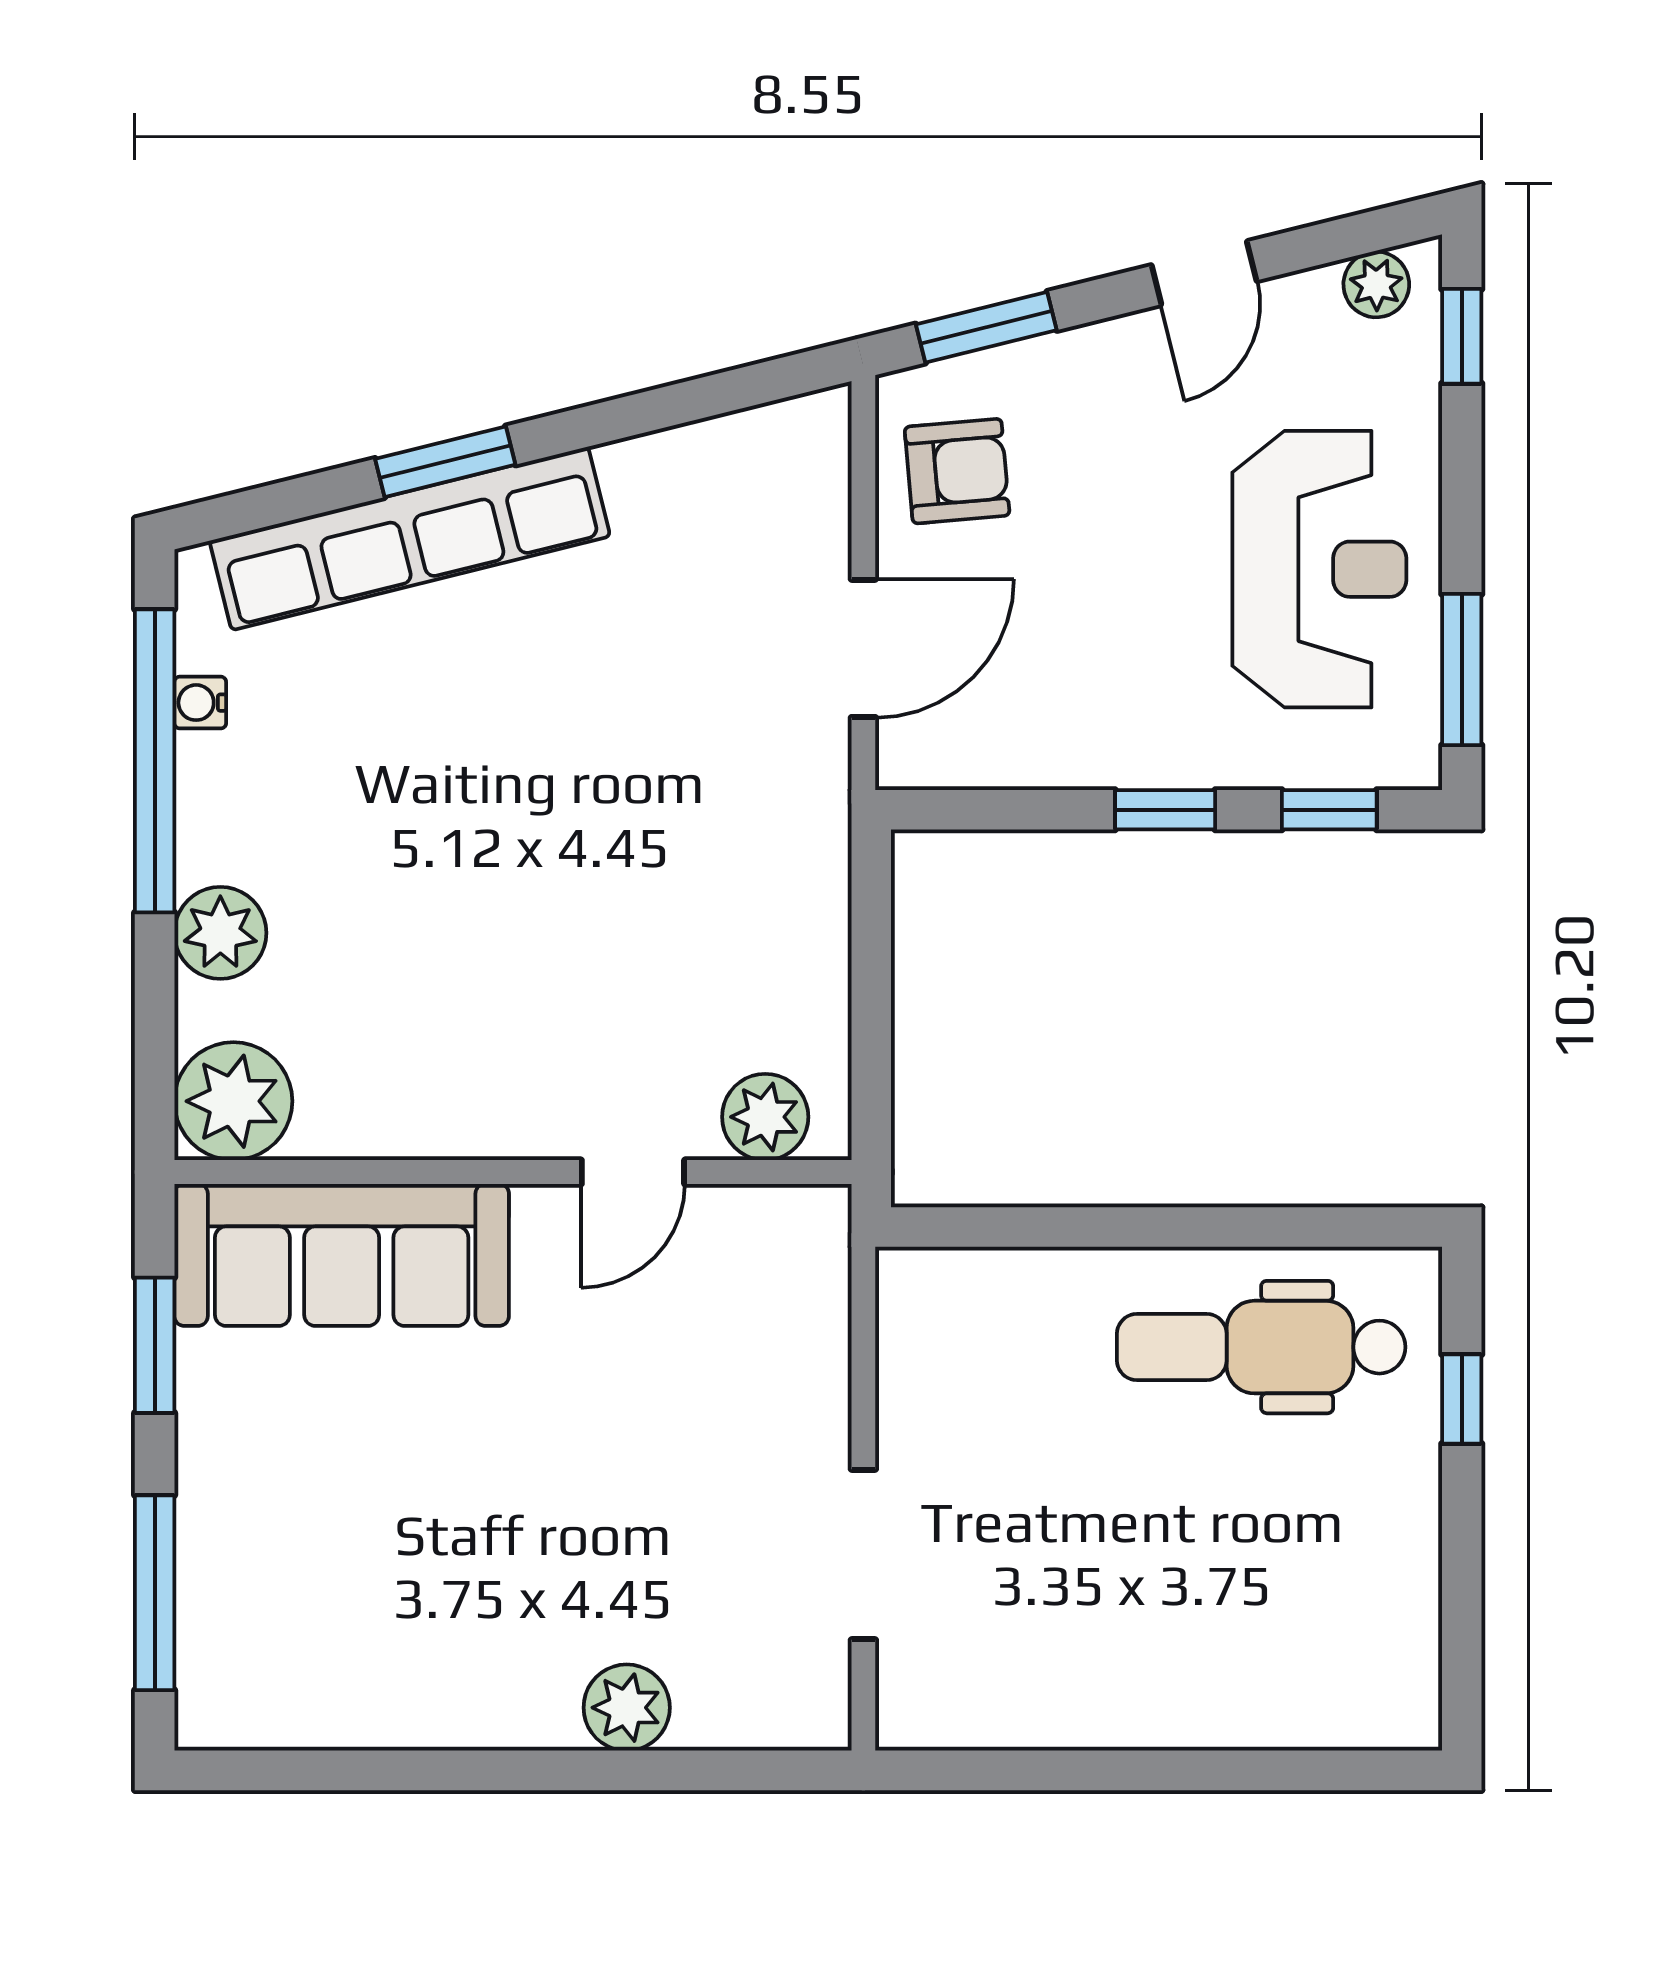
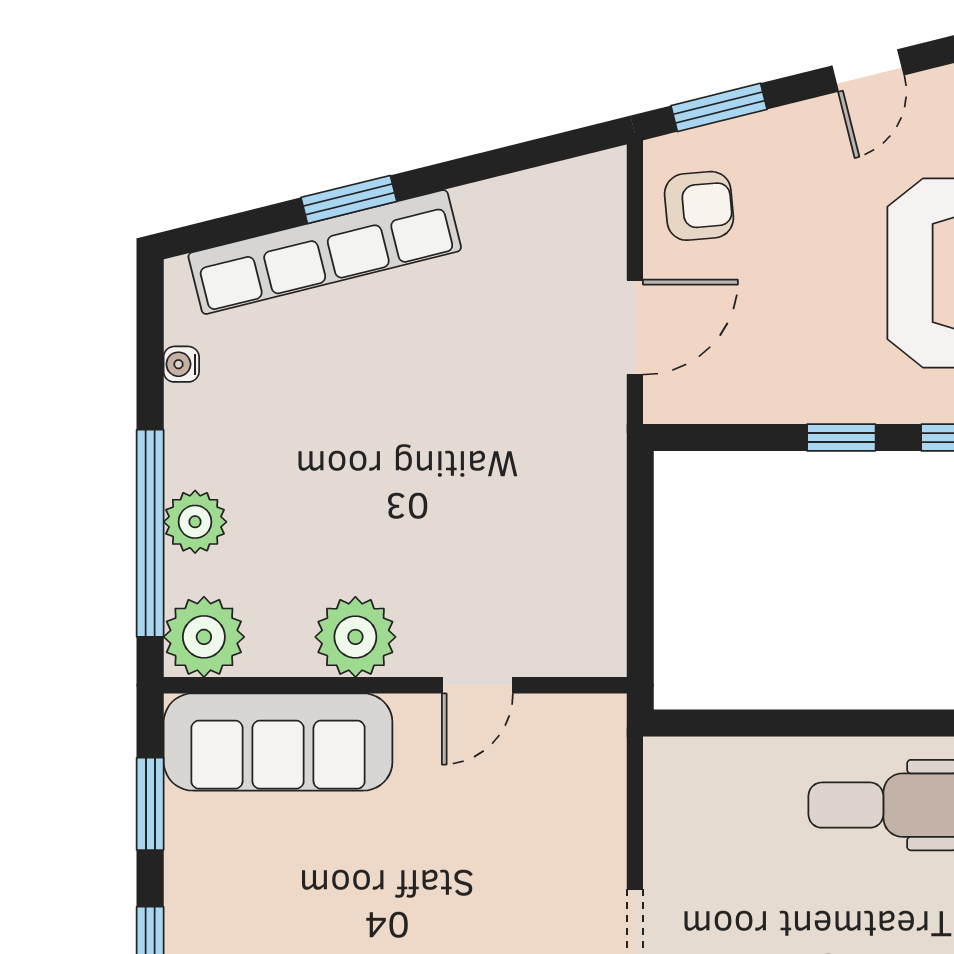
window: (155, 761) -> (150, 533), moved
plant: (765, 1117) -> (355, 637), moved, width x1.36, depth x1.36

